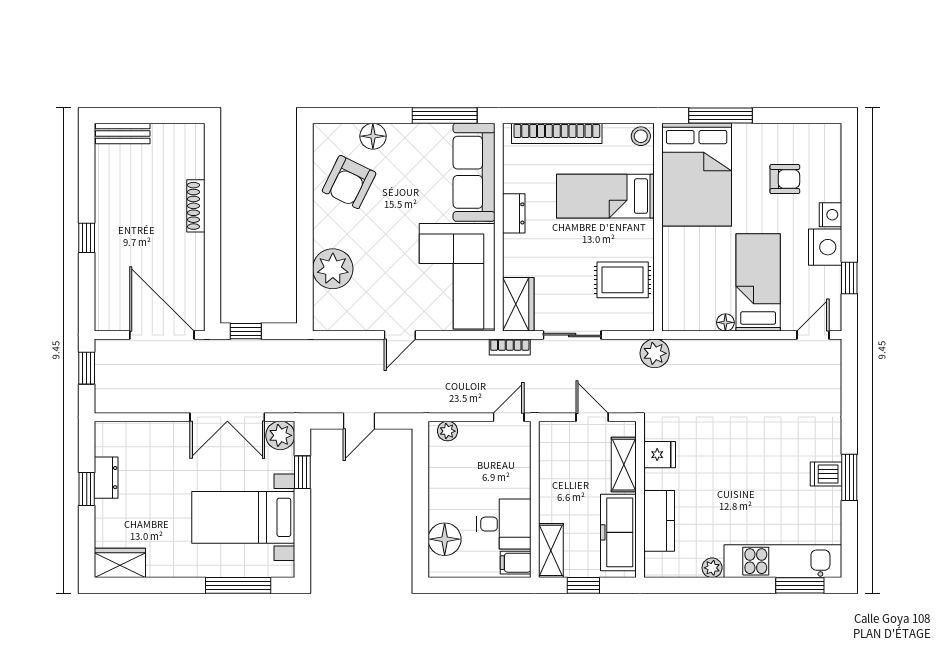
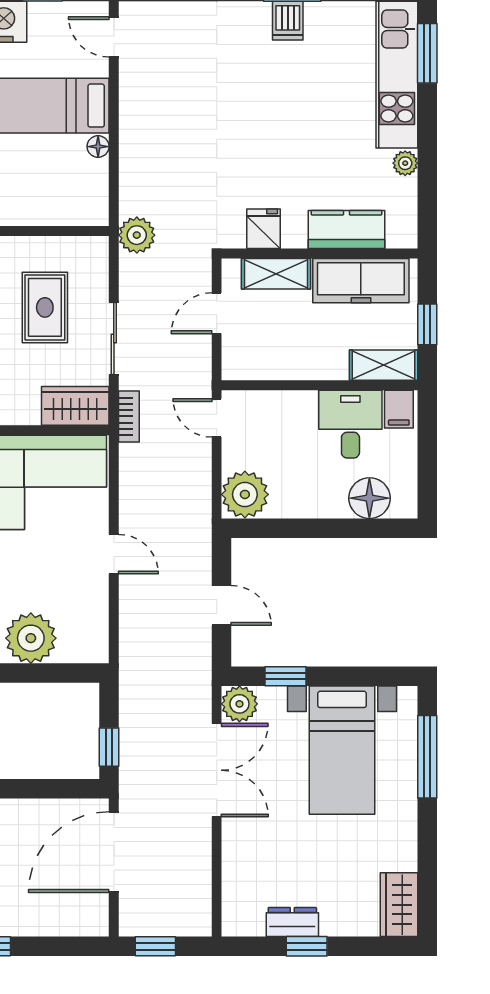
rug: (623, 280) -> (45, 307), moved
plant: (447, 431) -> (245, 494), width x1.88, depth x1.88

